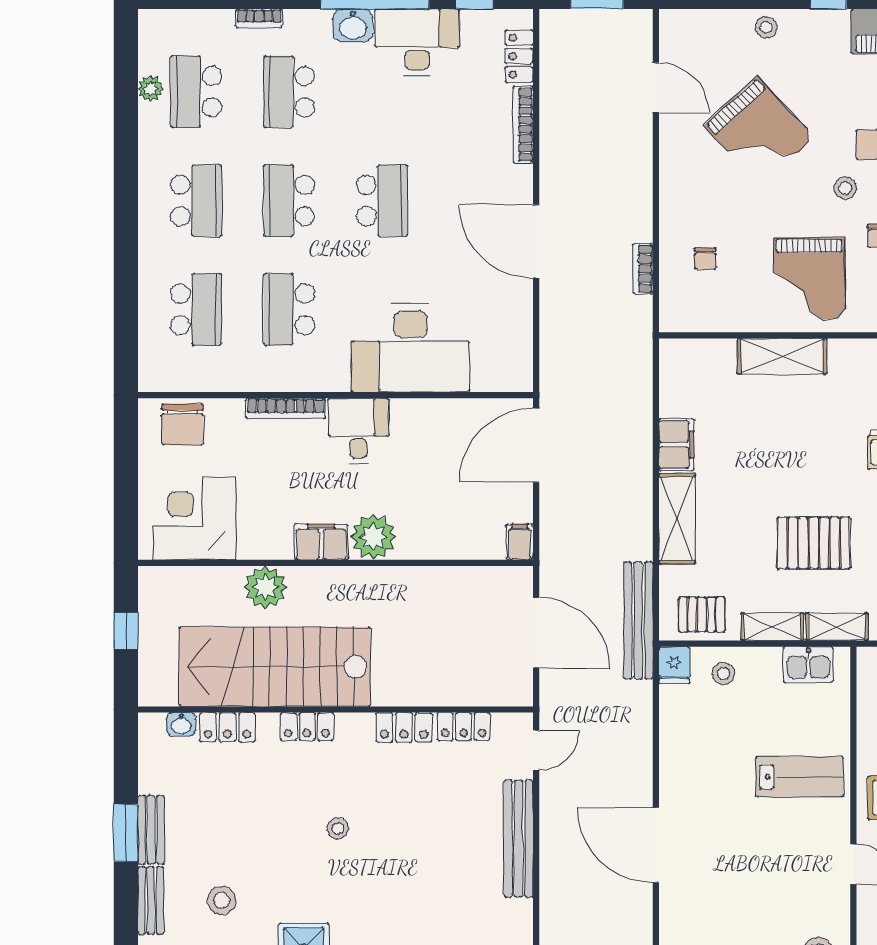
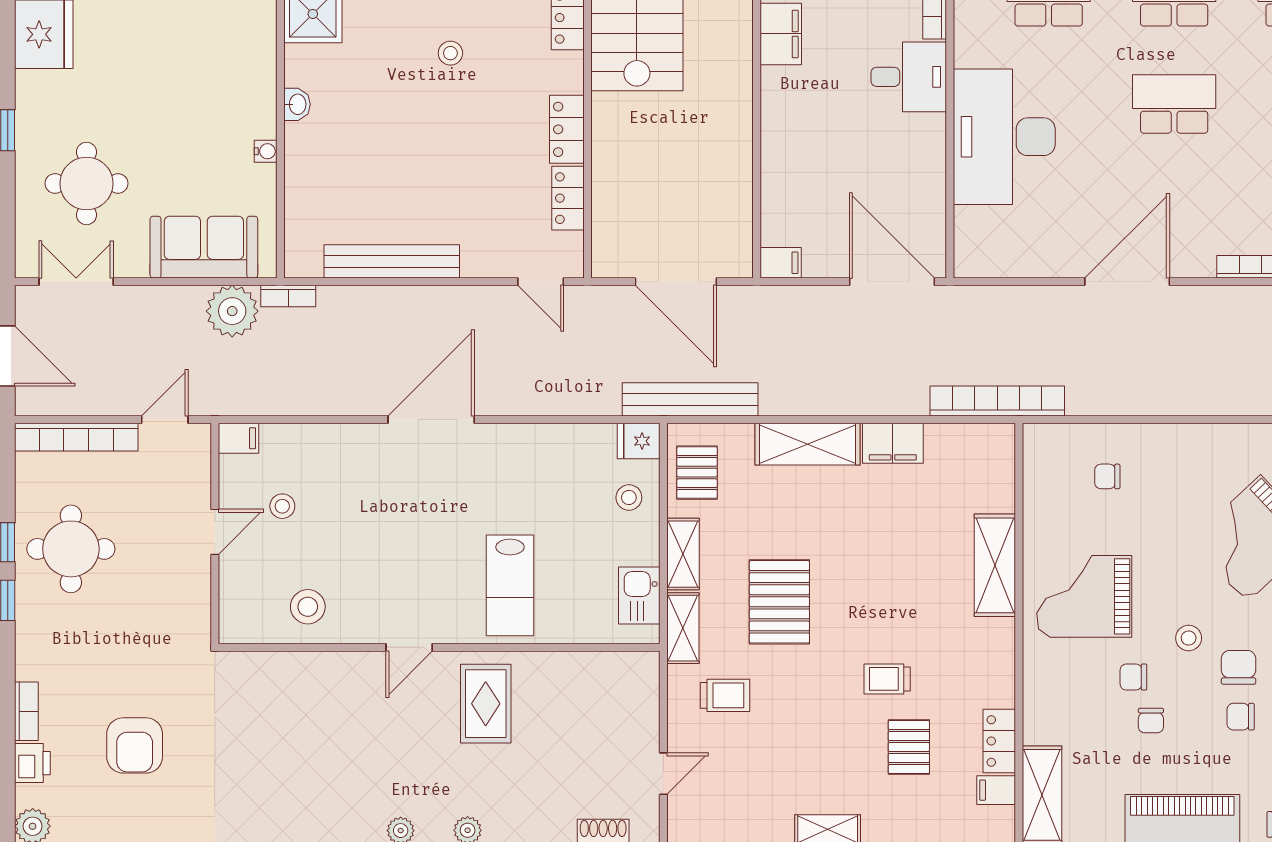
school desk: (382, 201) -> (1174, 104), turned 180
bookcase: (643, 269) -> (997, 401), moved, width x2.31, depth x1.31
plant: (373, 537) -> (786, 94), removed
door: (536, 633) -> (676, 282), hinge flipped
bench: (518, 839) -> (392, 261), moved

